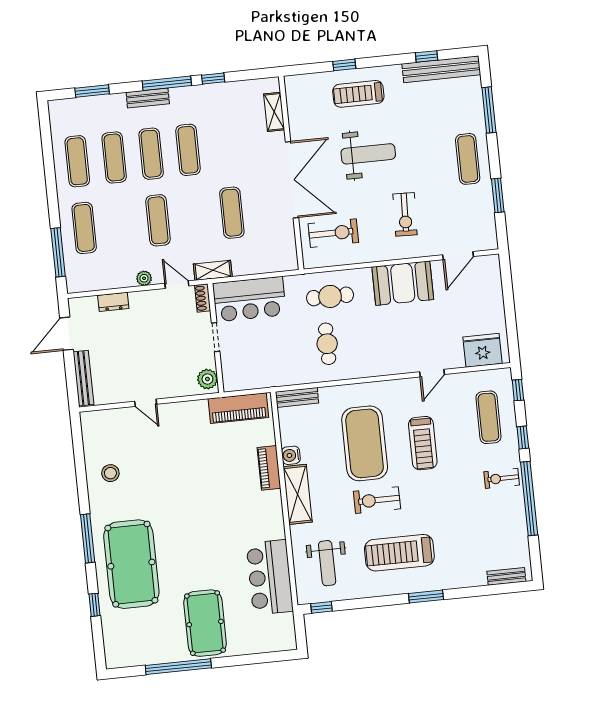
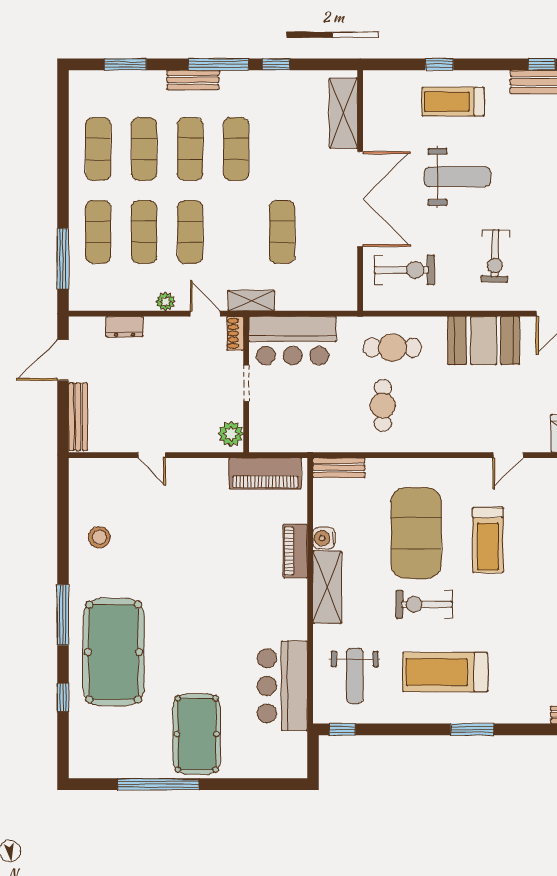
shelving: (274, 112) -> (343, 113), width x1.50, depth x1.33
exercise mat: (121, 224) -> (144, 232), added

